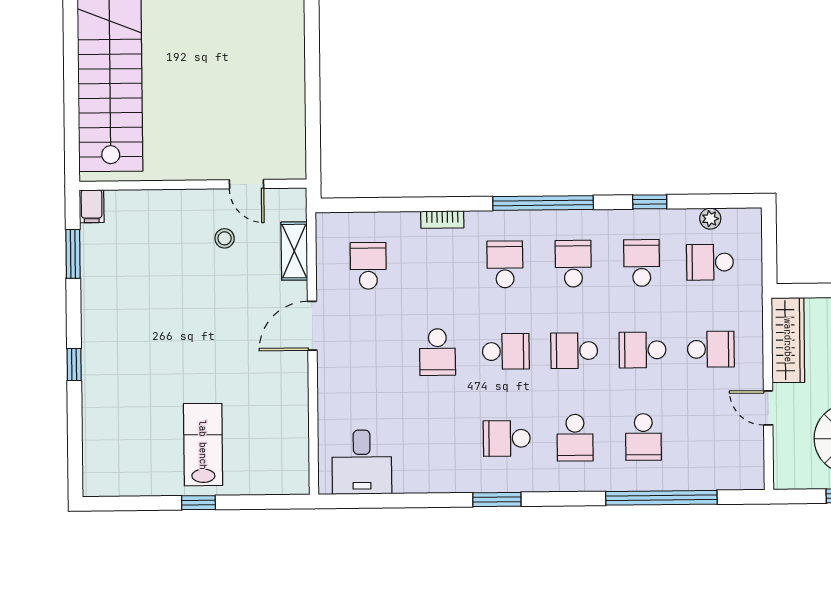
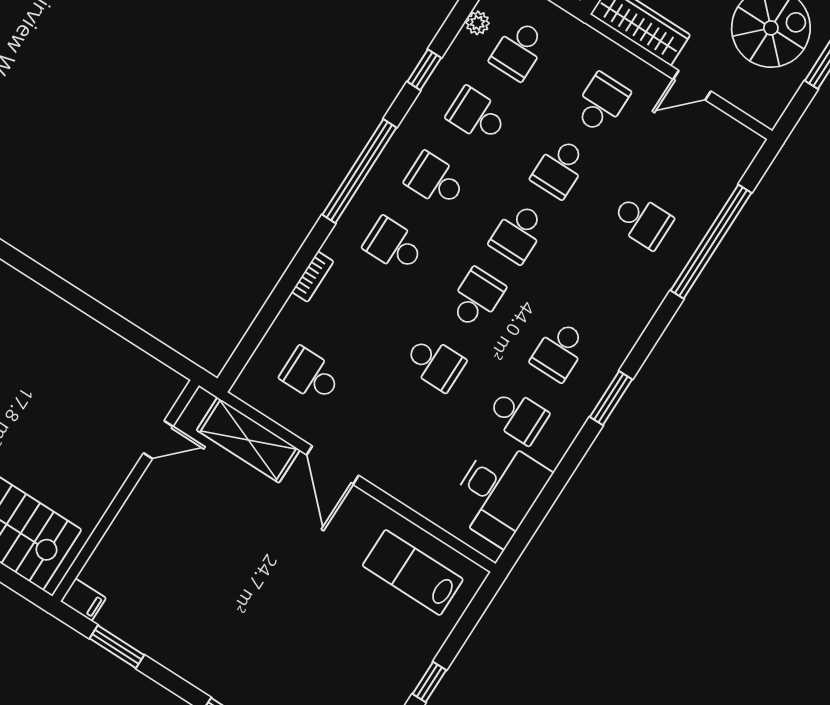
stool: (225, 238) -> (196, 494), removed
shelving: (294, 251) -> (248, 440), width x1.50, depth x1.33
school desk: (575, 438) -> (518, 416), moved
lab bench: (203, 445) -> (413, 572), moved
desk: (362, 462) -> (499, 492), width x1.37

